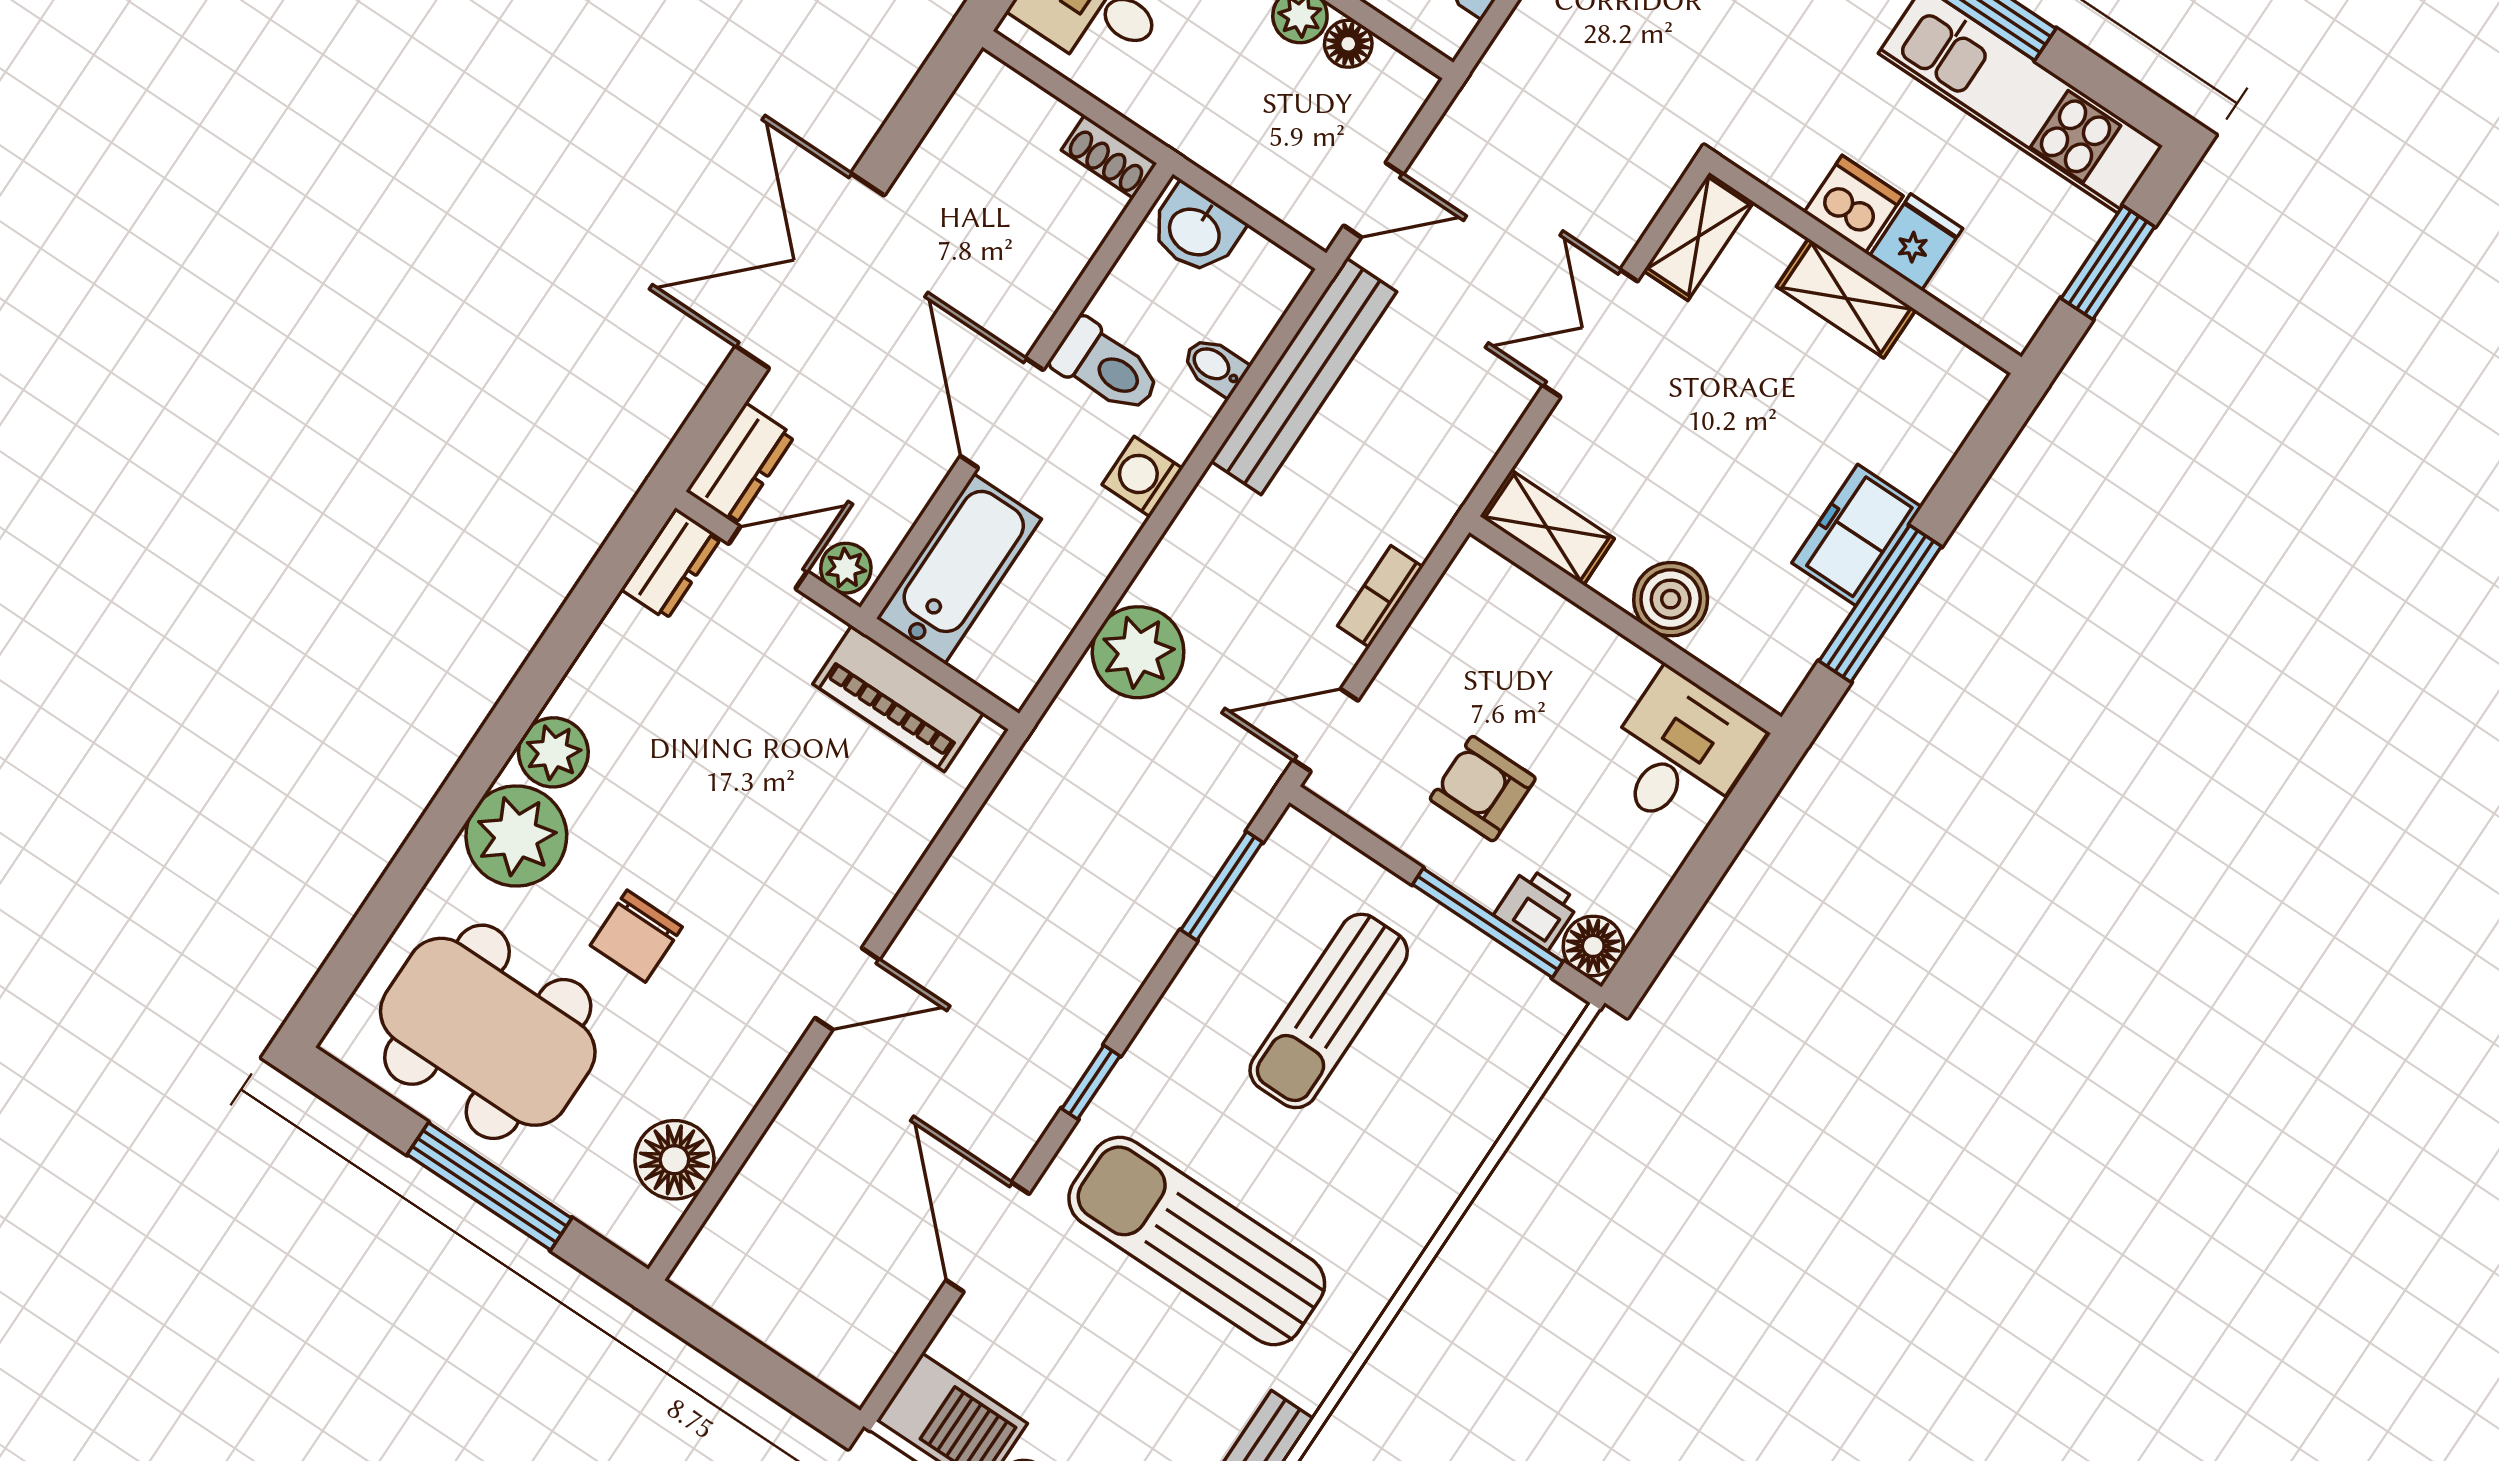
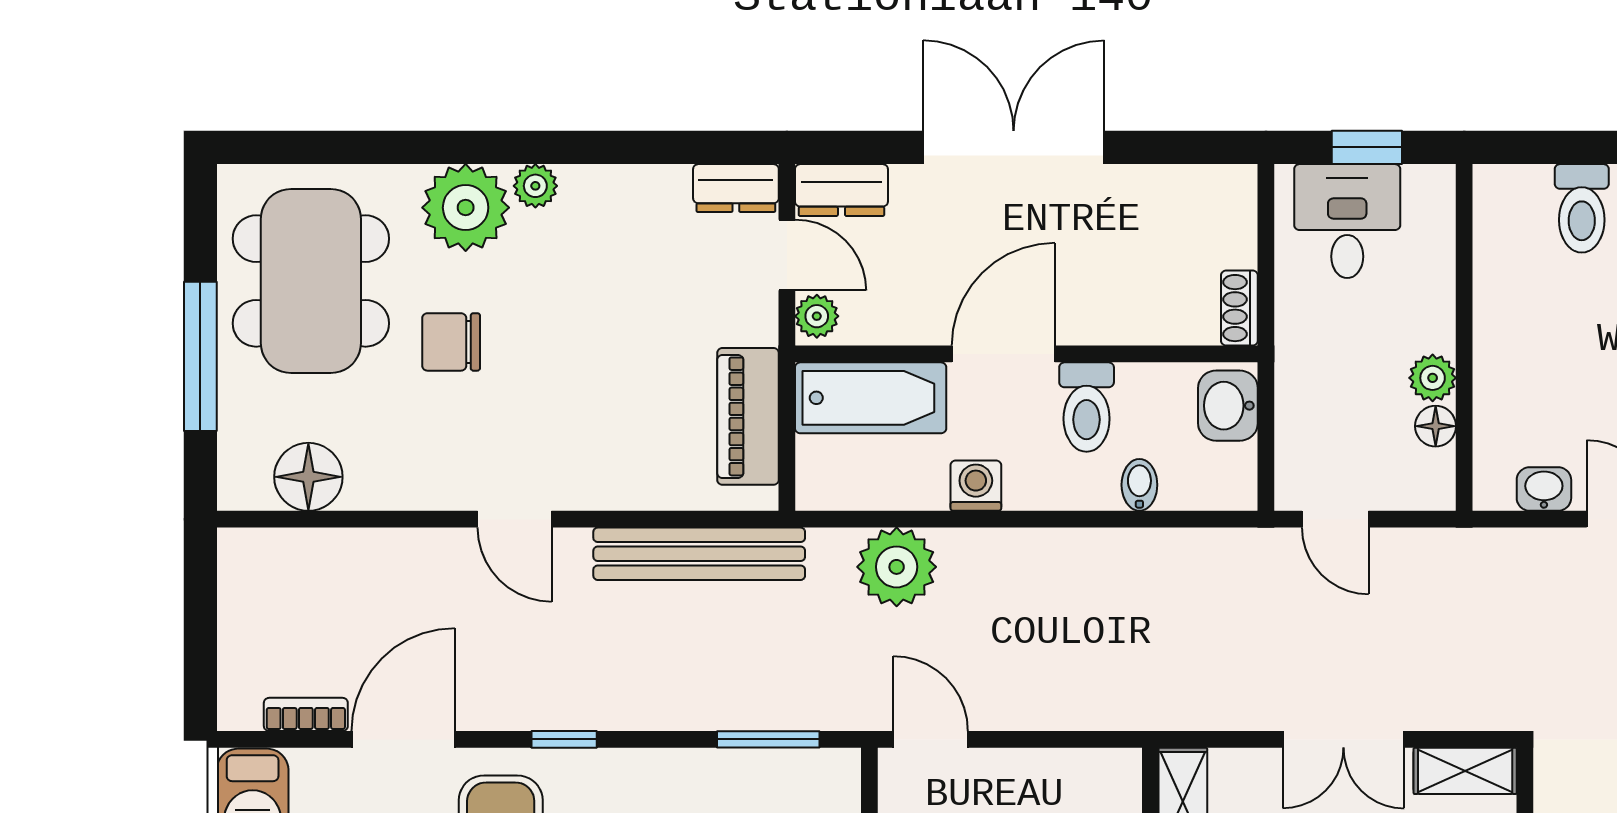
double door: (1590, 333) -> (1343, 739), swing flipped
bench: (1304, 376) -> (699, 554), moved
washing machine: (1142, 477) -> (976, 486), moved
bookcase: (1380, 596) -> (306, 714), moved
plant: (553, 752) -> (535, 186), width x0.73, depth x0.73

